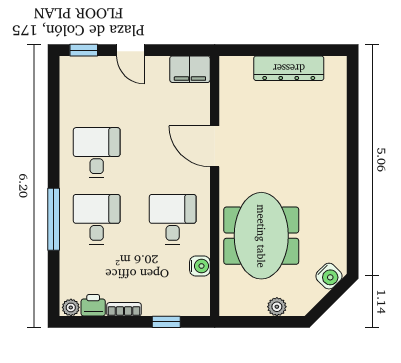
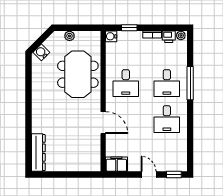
dresser: (289, 68) -> (38, 153), moved, turned 90
water cooler: (200, 266) -> (111, 36), moved

